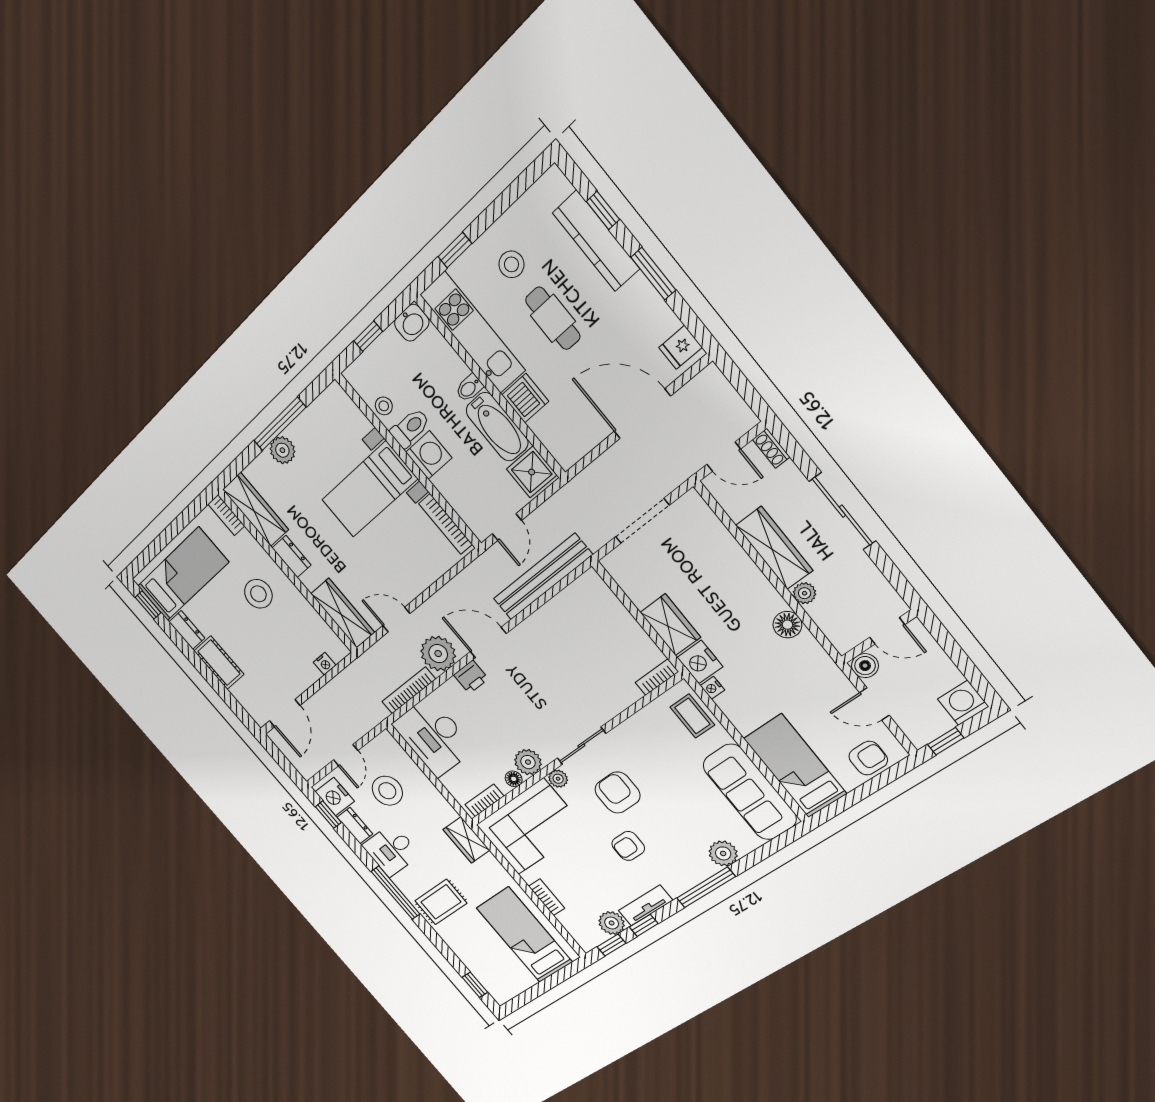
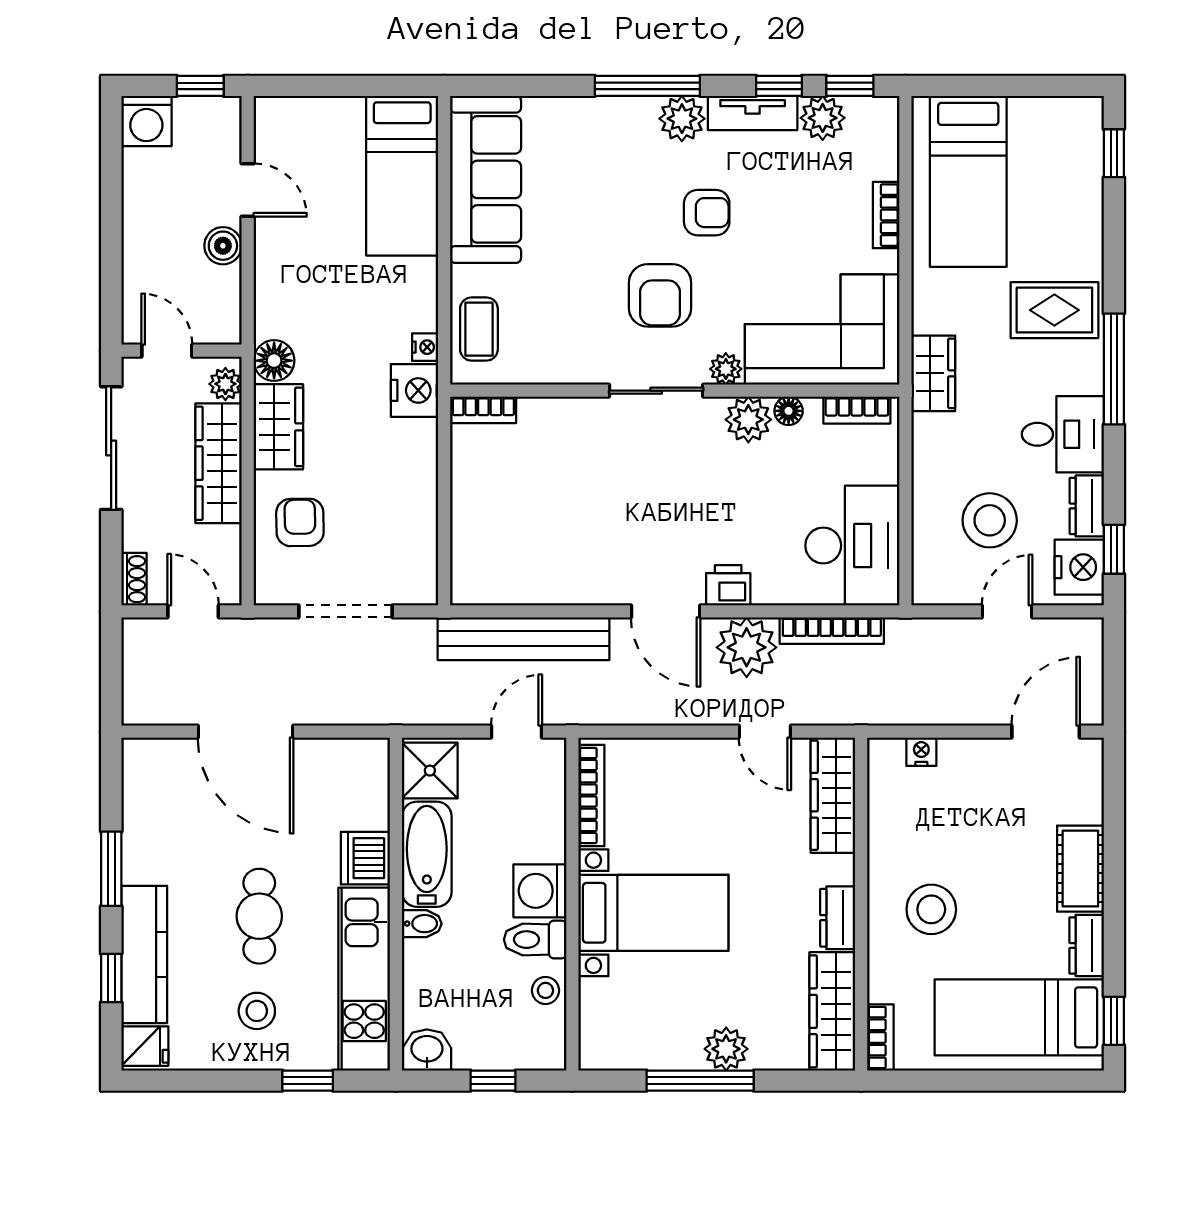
fridge: (681, 347) -> (145, 1046), moved
wardrobe: (670, 625) -> (278, 427), moved, turned 180
door: (887, 631) -> (167, 351), moved
wall: (879, 637) -> (181, 351), moved
armchair: (868, 758) -> (300, 522), moved, turned 89
plant: (723, 853) -> (682, 119), moved

